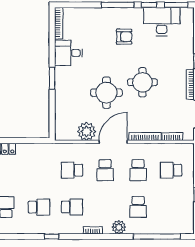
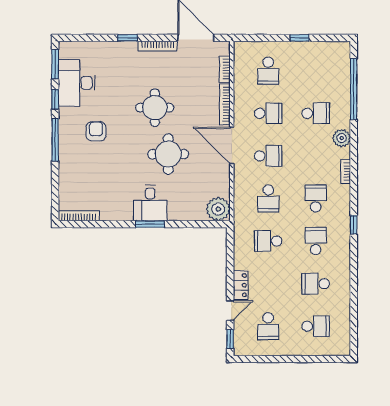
desk: (68, 53) -> (150, 203), moved
plant: (86, 131) -> (218, 209), moved
school desk: (39, 170) -> (268, 241), added

